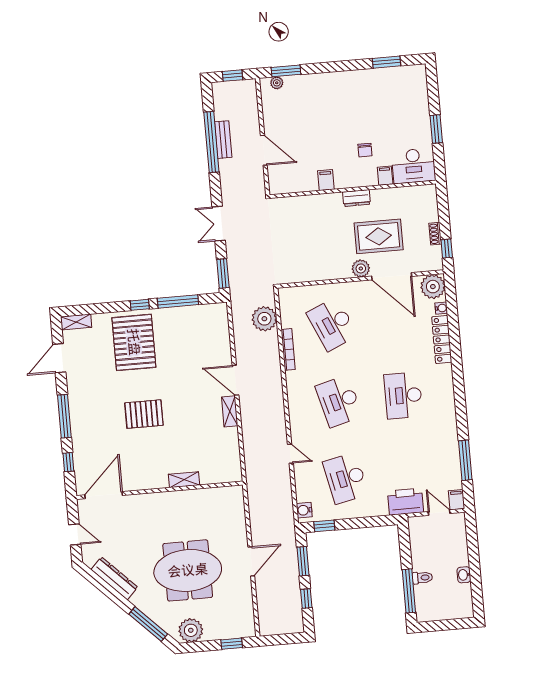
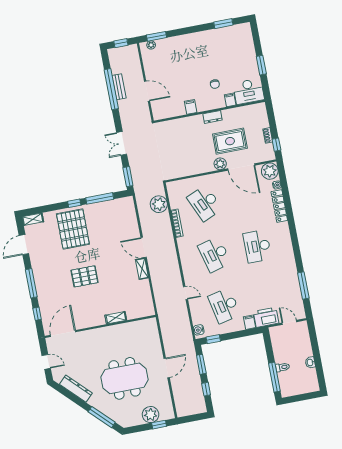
filing cabinet: (456, 500) -> (249, 322), moved
plant: (191, 630) -> (151, 415), moved

